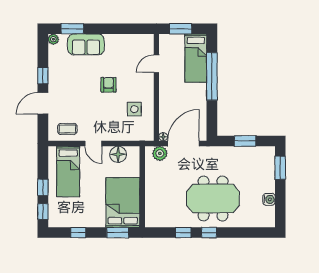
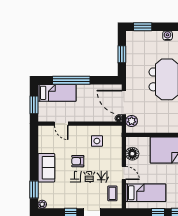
sofa: (86, 44) -> (46, 168), moved
door: (93, 144) -> (124, 173), hinge flipped

